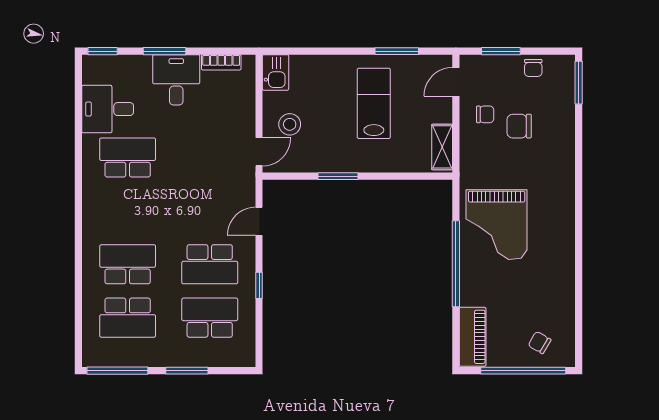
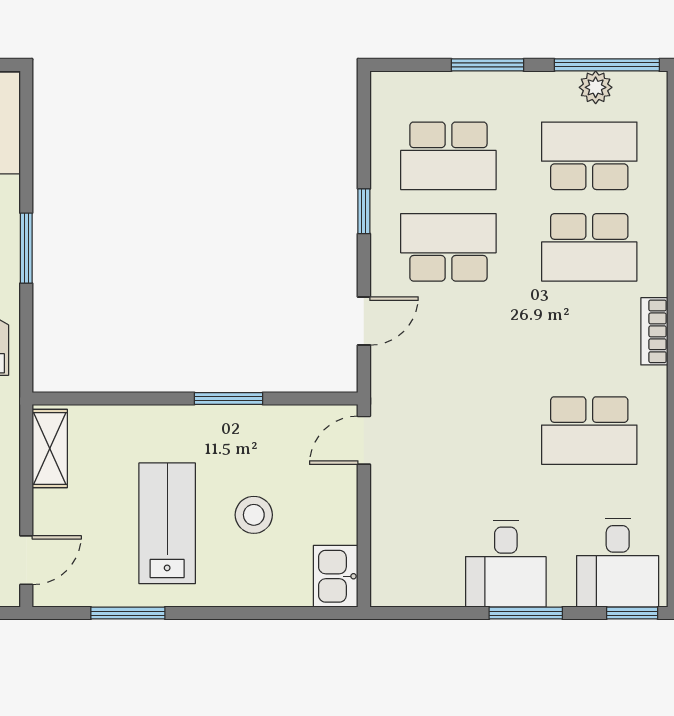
bookcase: (221, 62) -> (654, 331), moved, turned -90
lab bench: (374, 103) -> (167, 523), turned 180
desk: (108, 109) -> (618, 563), moved, turned 90
stool: (290, 124) -> (254, 515), moved
window: (456, 264) -> (26, 248), width x0.47
plant: (124, 358) -> (596, 87), added

